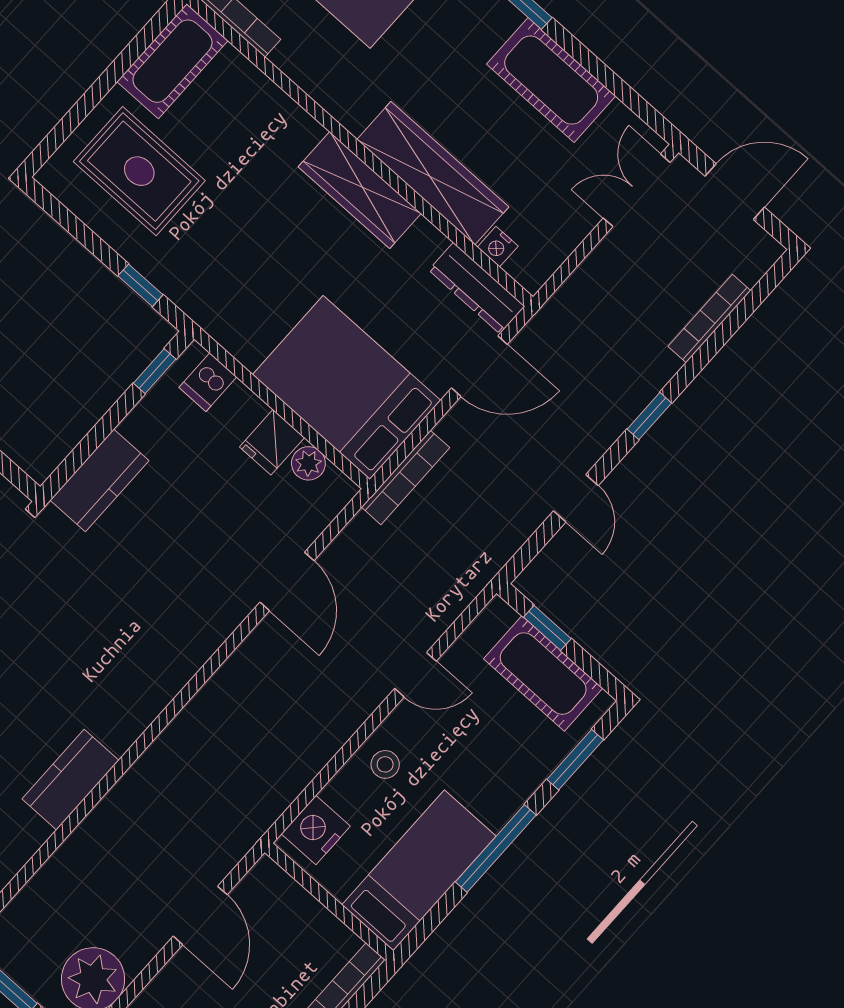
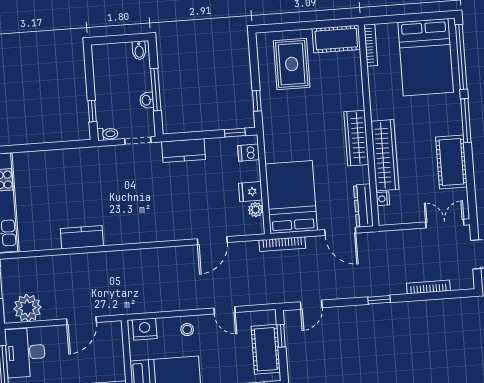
door: (576, 498) -> (311, 305), moved

